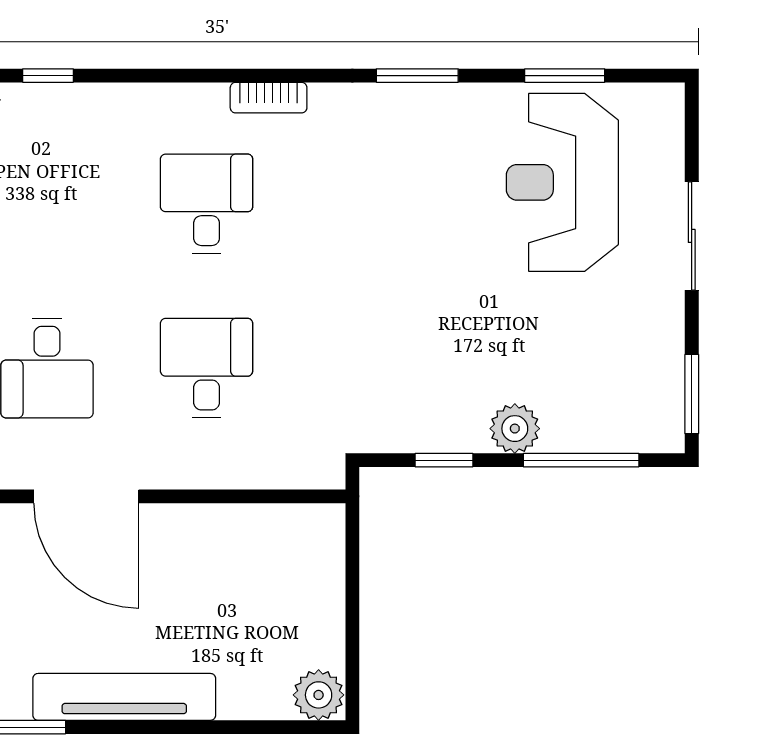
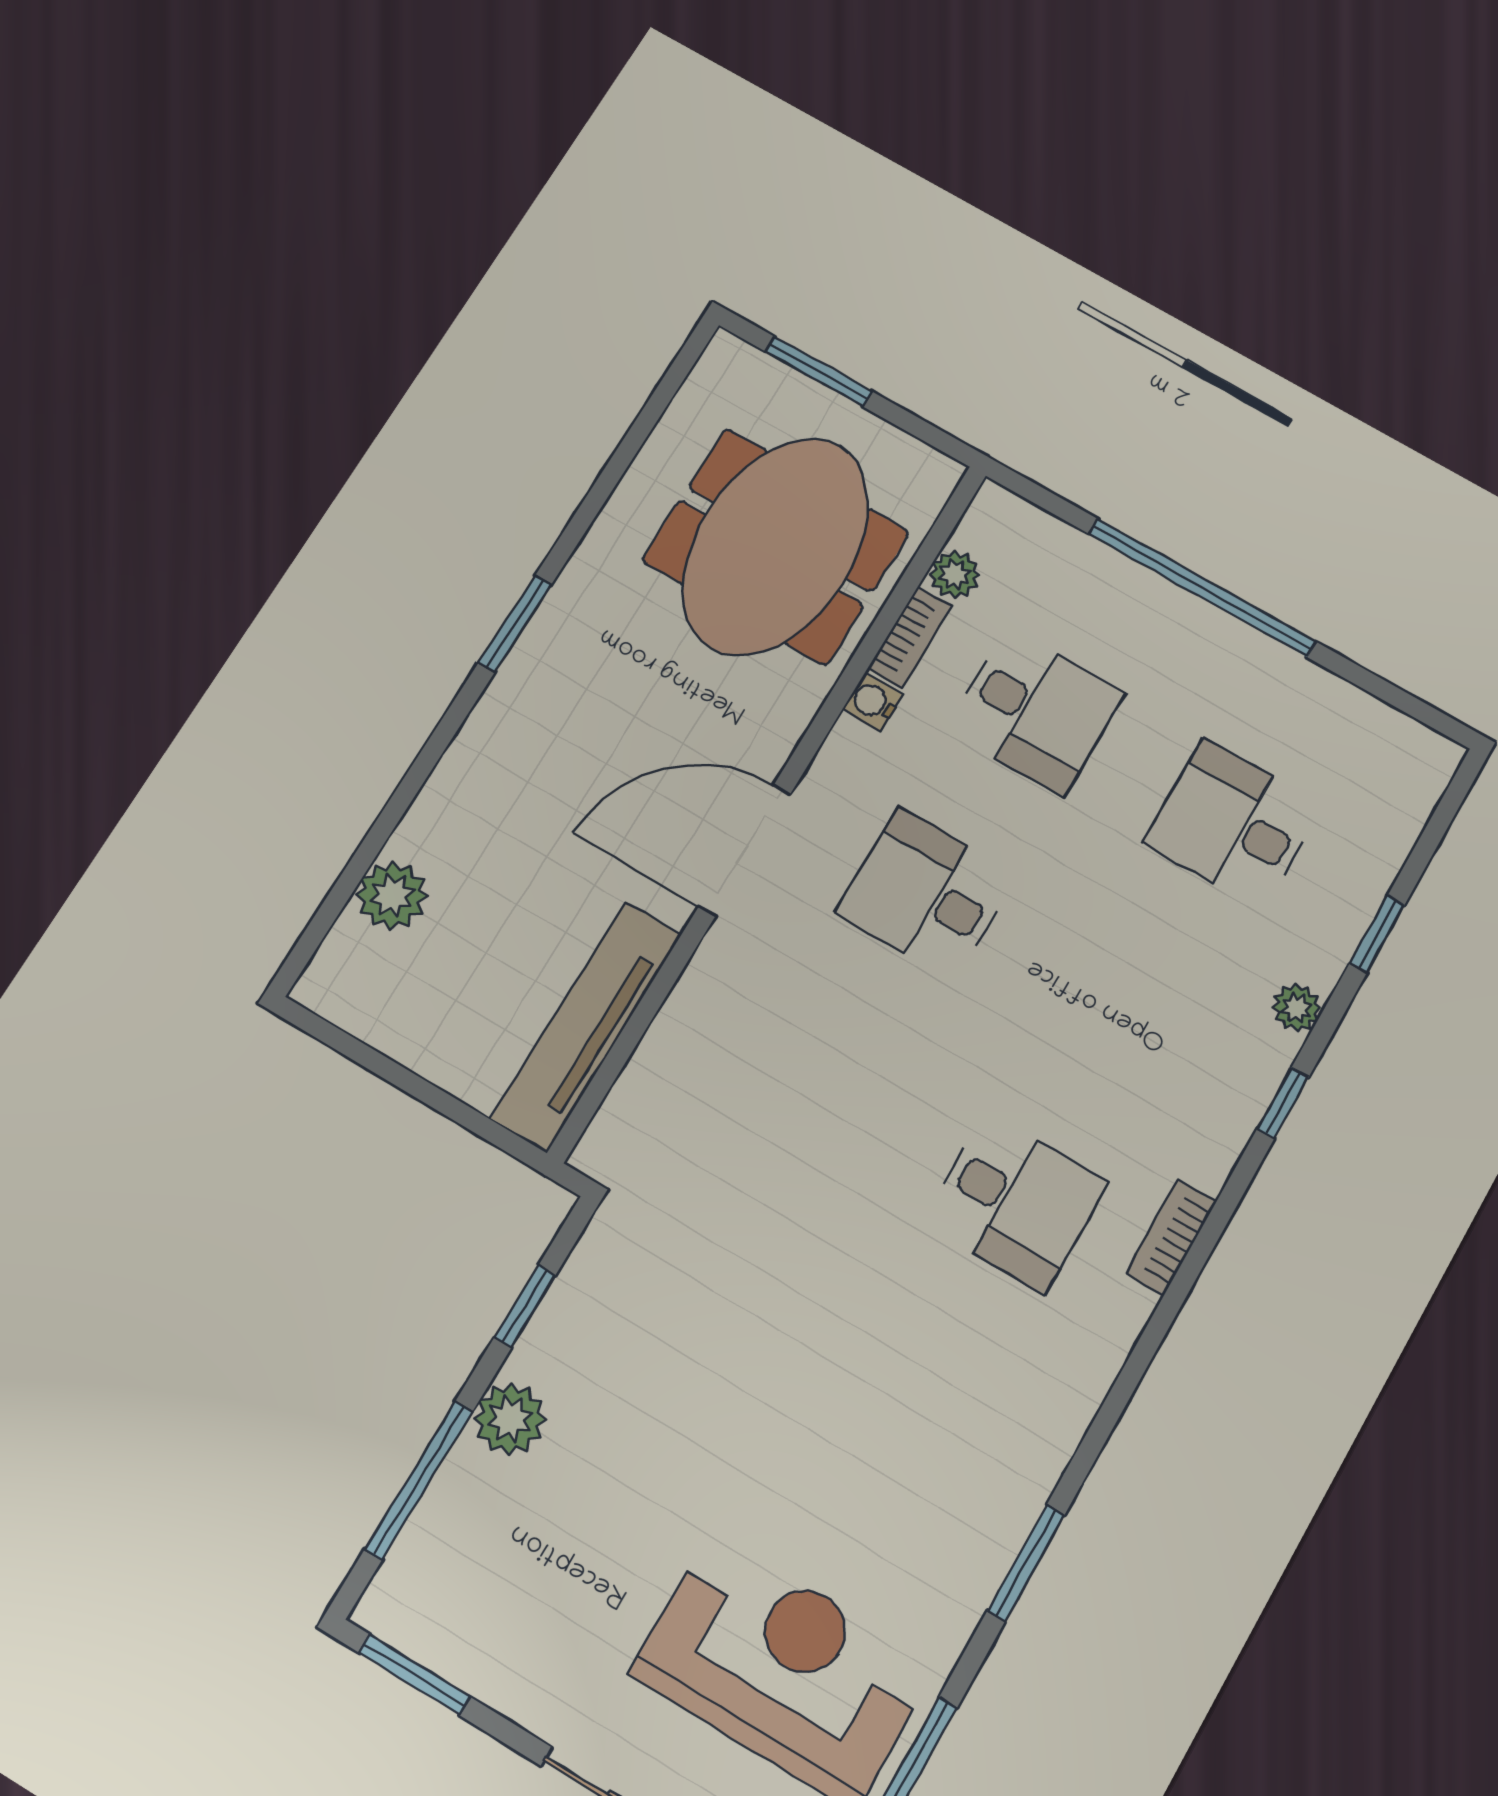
bookcase: (269, 98) -> (1171, 1237), moved
desk: (207, 368) -> (813, 1083), removed
plant: (319, 695) -> (392, 895), moved
tv unit: (124, 697) -> (587, 1026), moved, turned 180

